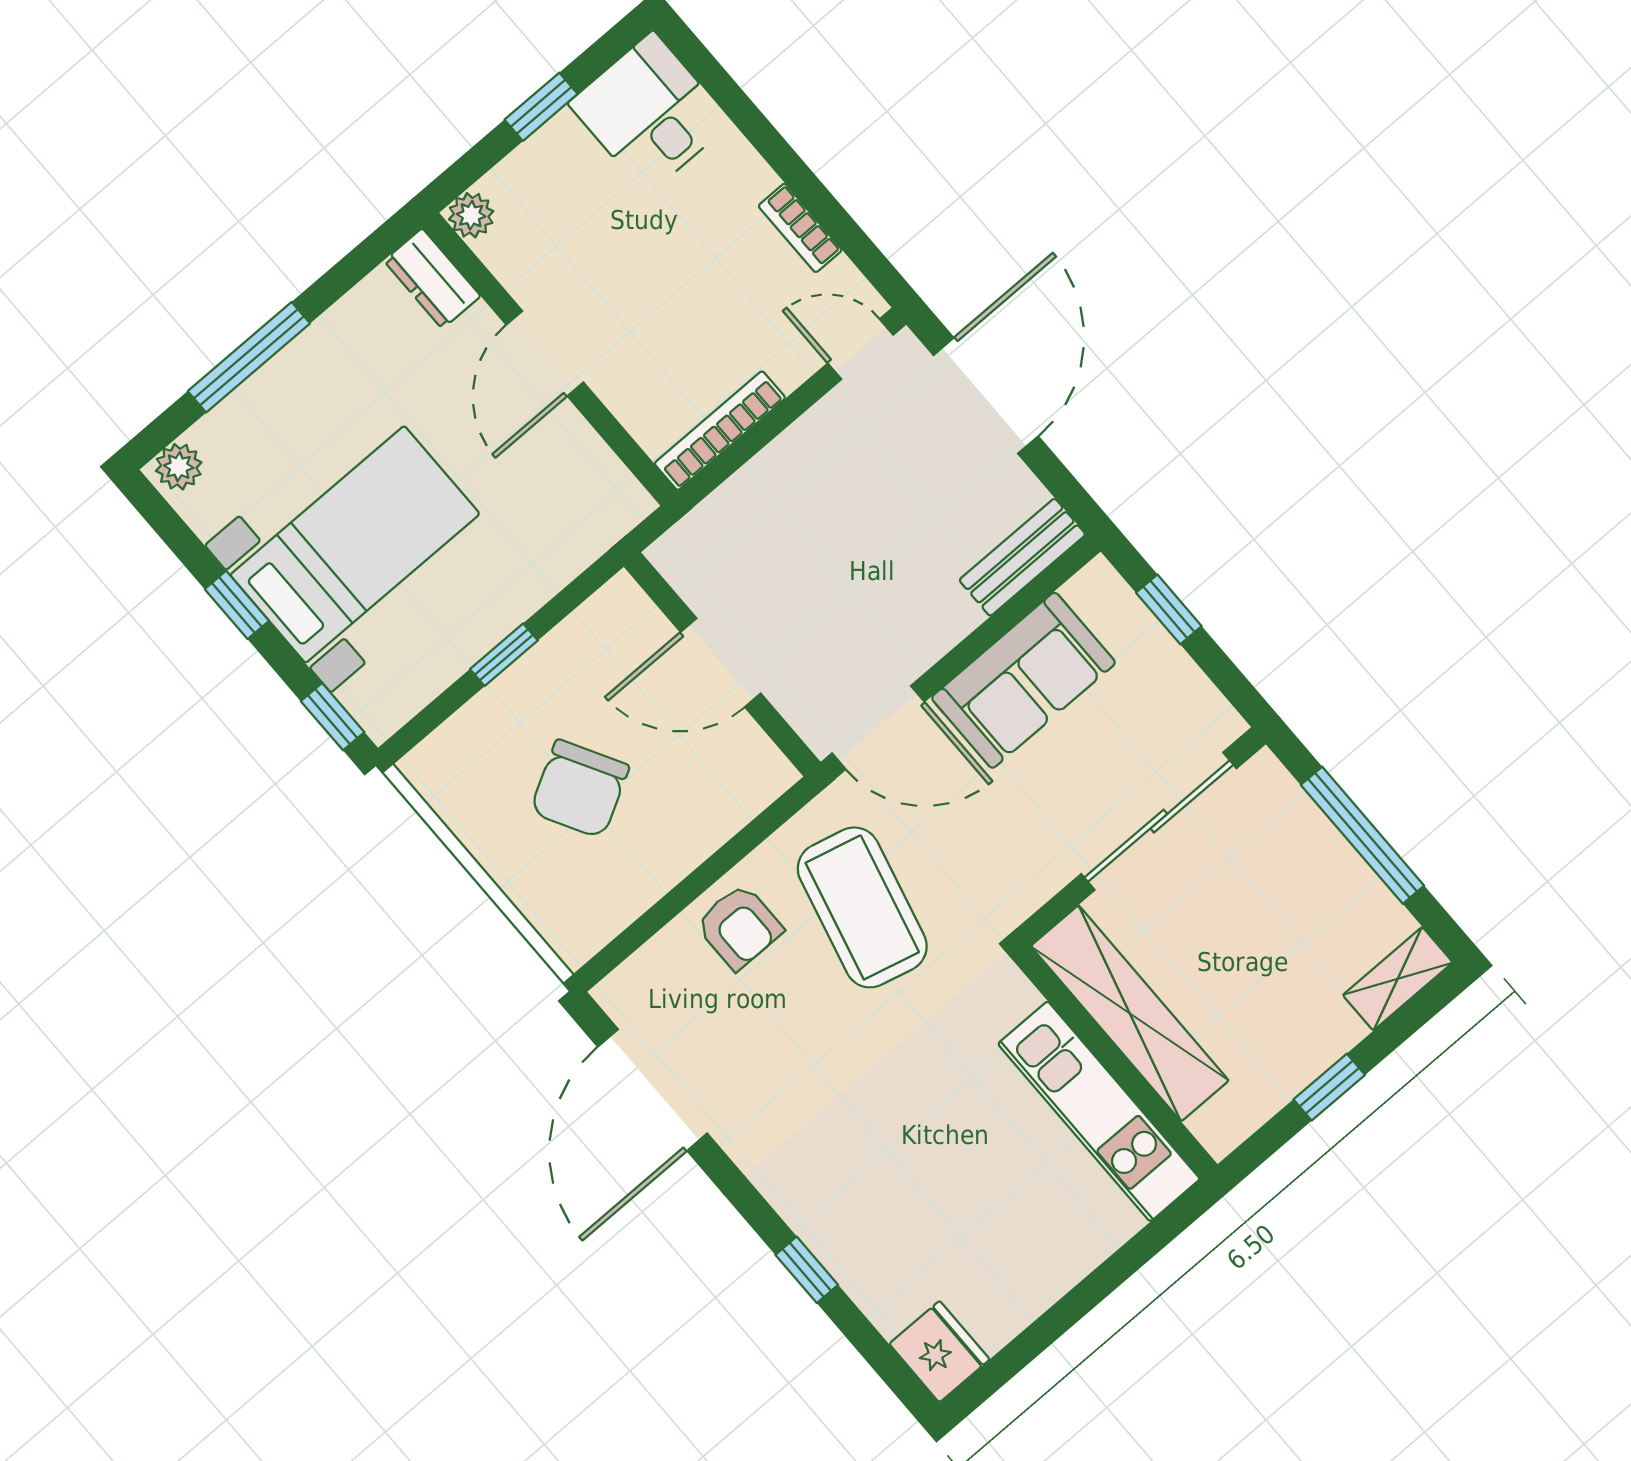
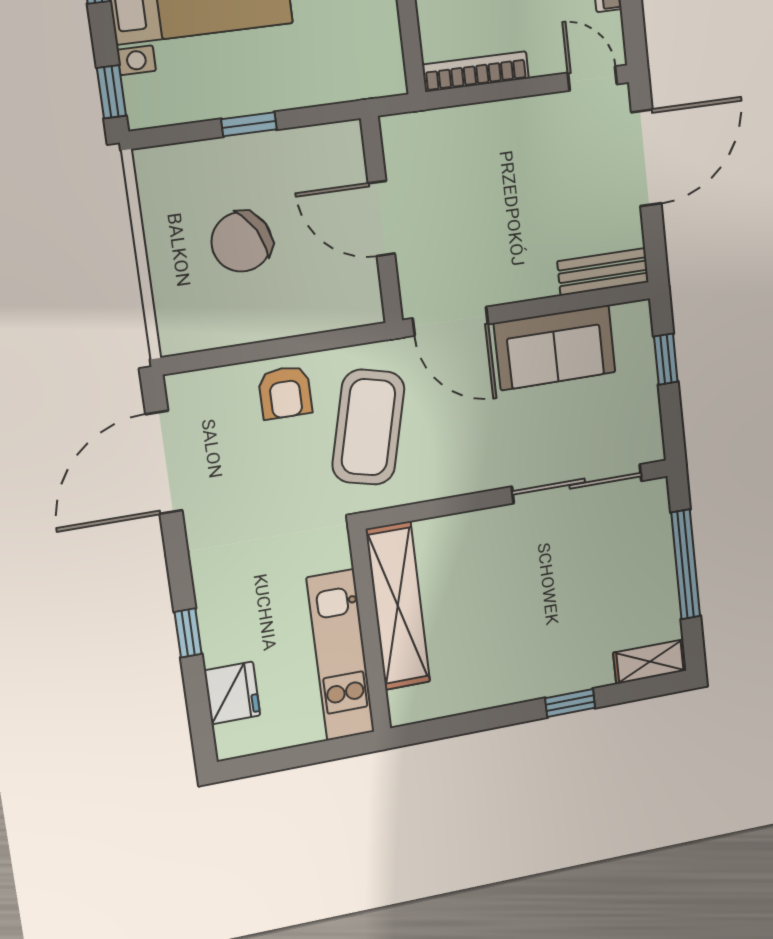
shelving: (1130, 1013) -> (398, 606), moved
wall: (1115, 1063) -> (370, 631), moved
kitchen unit: (1099, 1111) -> (341, 655), moved
fridge: (939, 1352) -> (232, 693), moved

